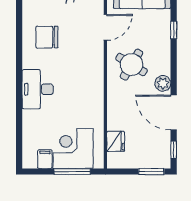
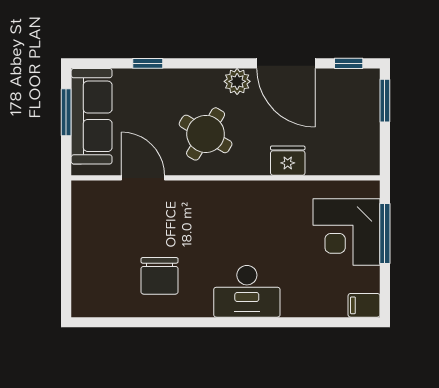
door: (174, 112) -> (286, 63), hinge flipped
fridge: (116, 141) -> (288, 161), moved
filing cabinet: (45, 159) -> (364, 305), moved

